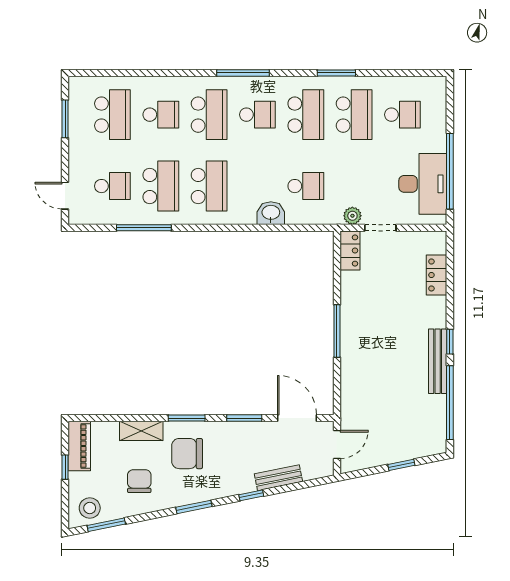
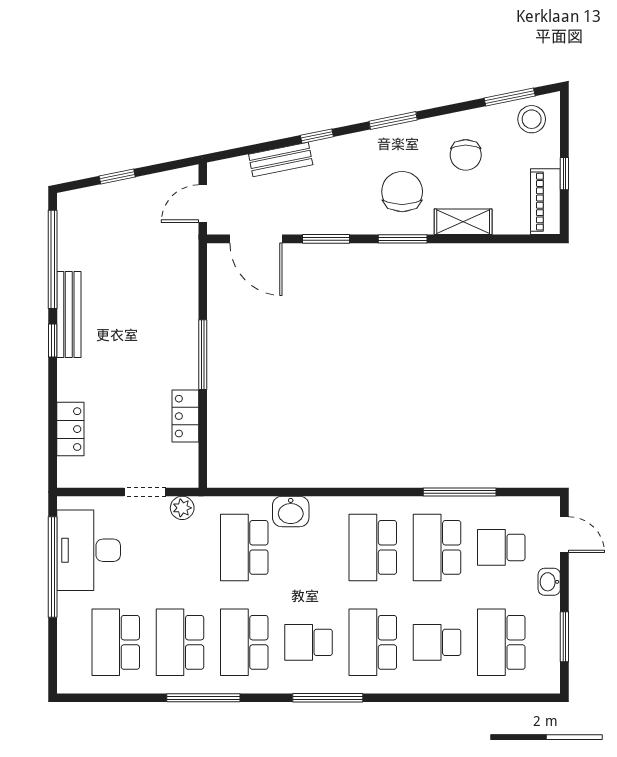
window: (336, 73) -> (203, 698), width x1.44
school desk: (402, 115) -> (116, 642), width x1.85
washbasin: (76, 160) -> (549, 582), added
school desk: (306, 186) -> (244, 547), width x1.85
locker: (350, 250) -> (185, 416), moved
chair: (187, 454) -> (402, 192), turned -90

